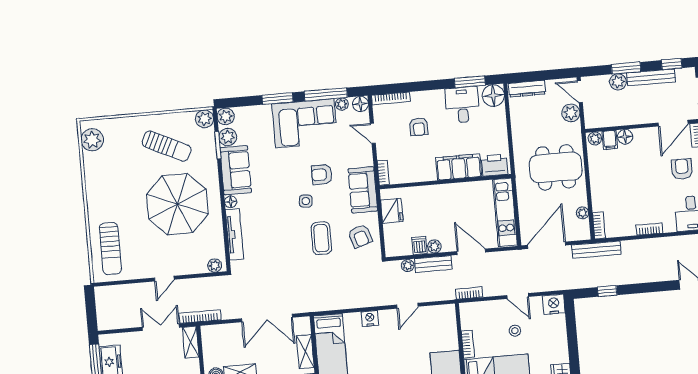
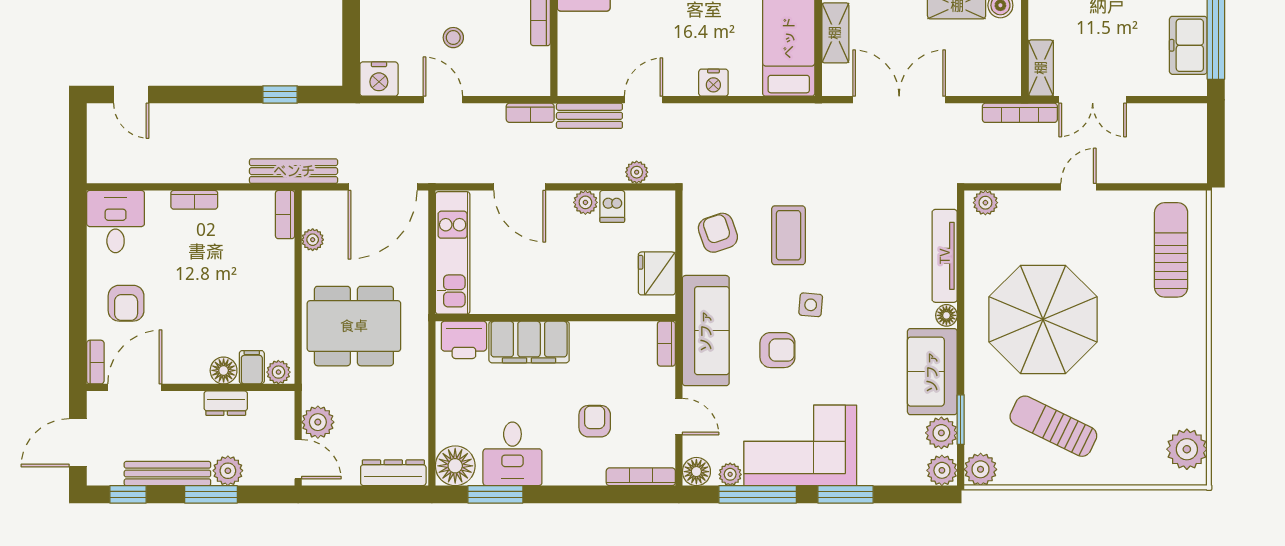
dresser: (622, 119) -> (226, 403), added
sofa: (363, 190) -> (706, 331), width x1.36
bench: (433, 264) -> (589, 116), moved

